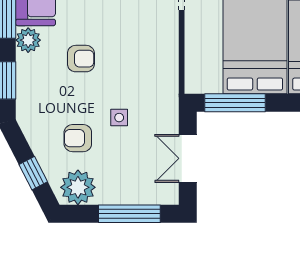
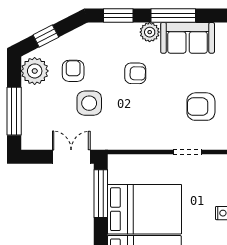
armchair: (81, 59) -> (135, 73), turned -89
side table: (119, 118) -> (89, 103), width x1.87, depth x1.87
double door: (188, 158) -> (71, 157), moved

